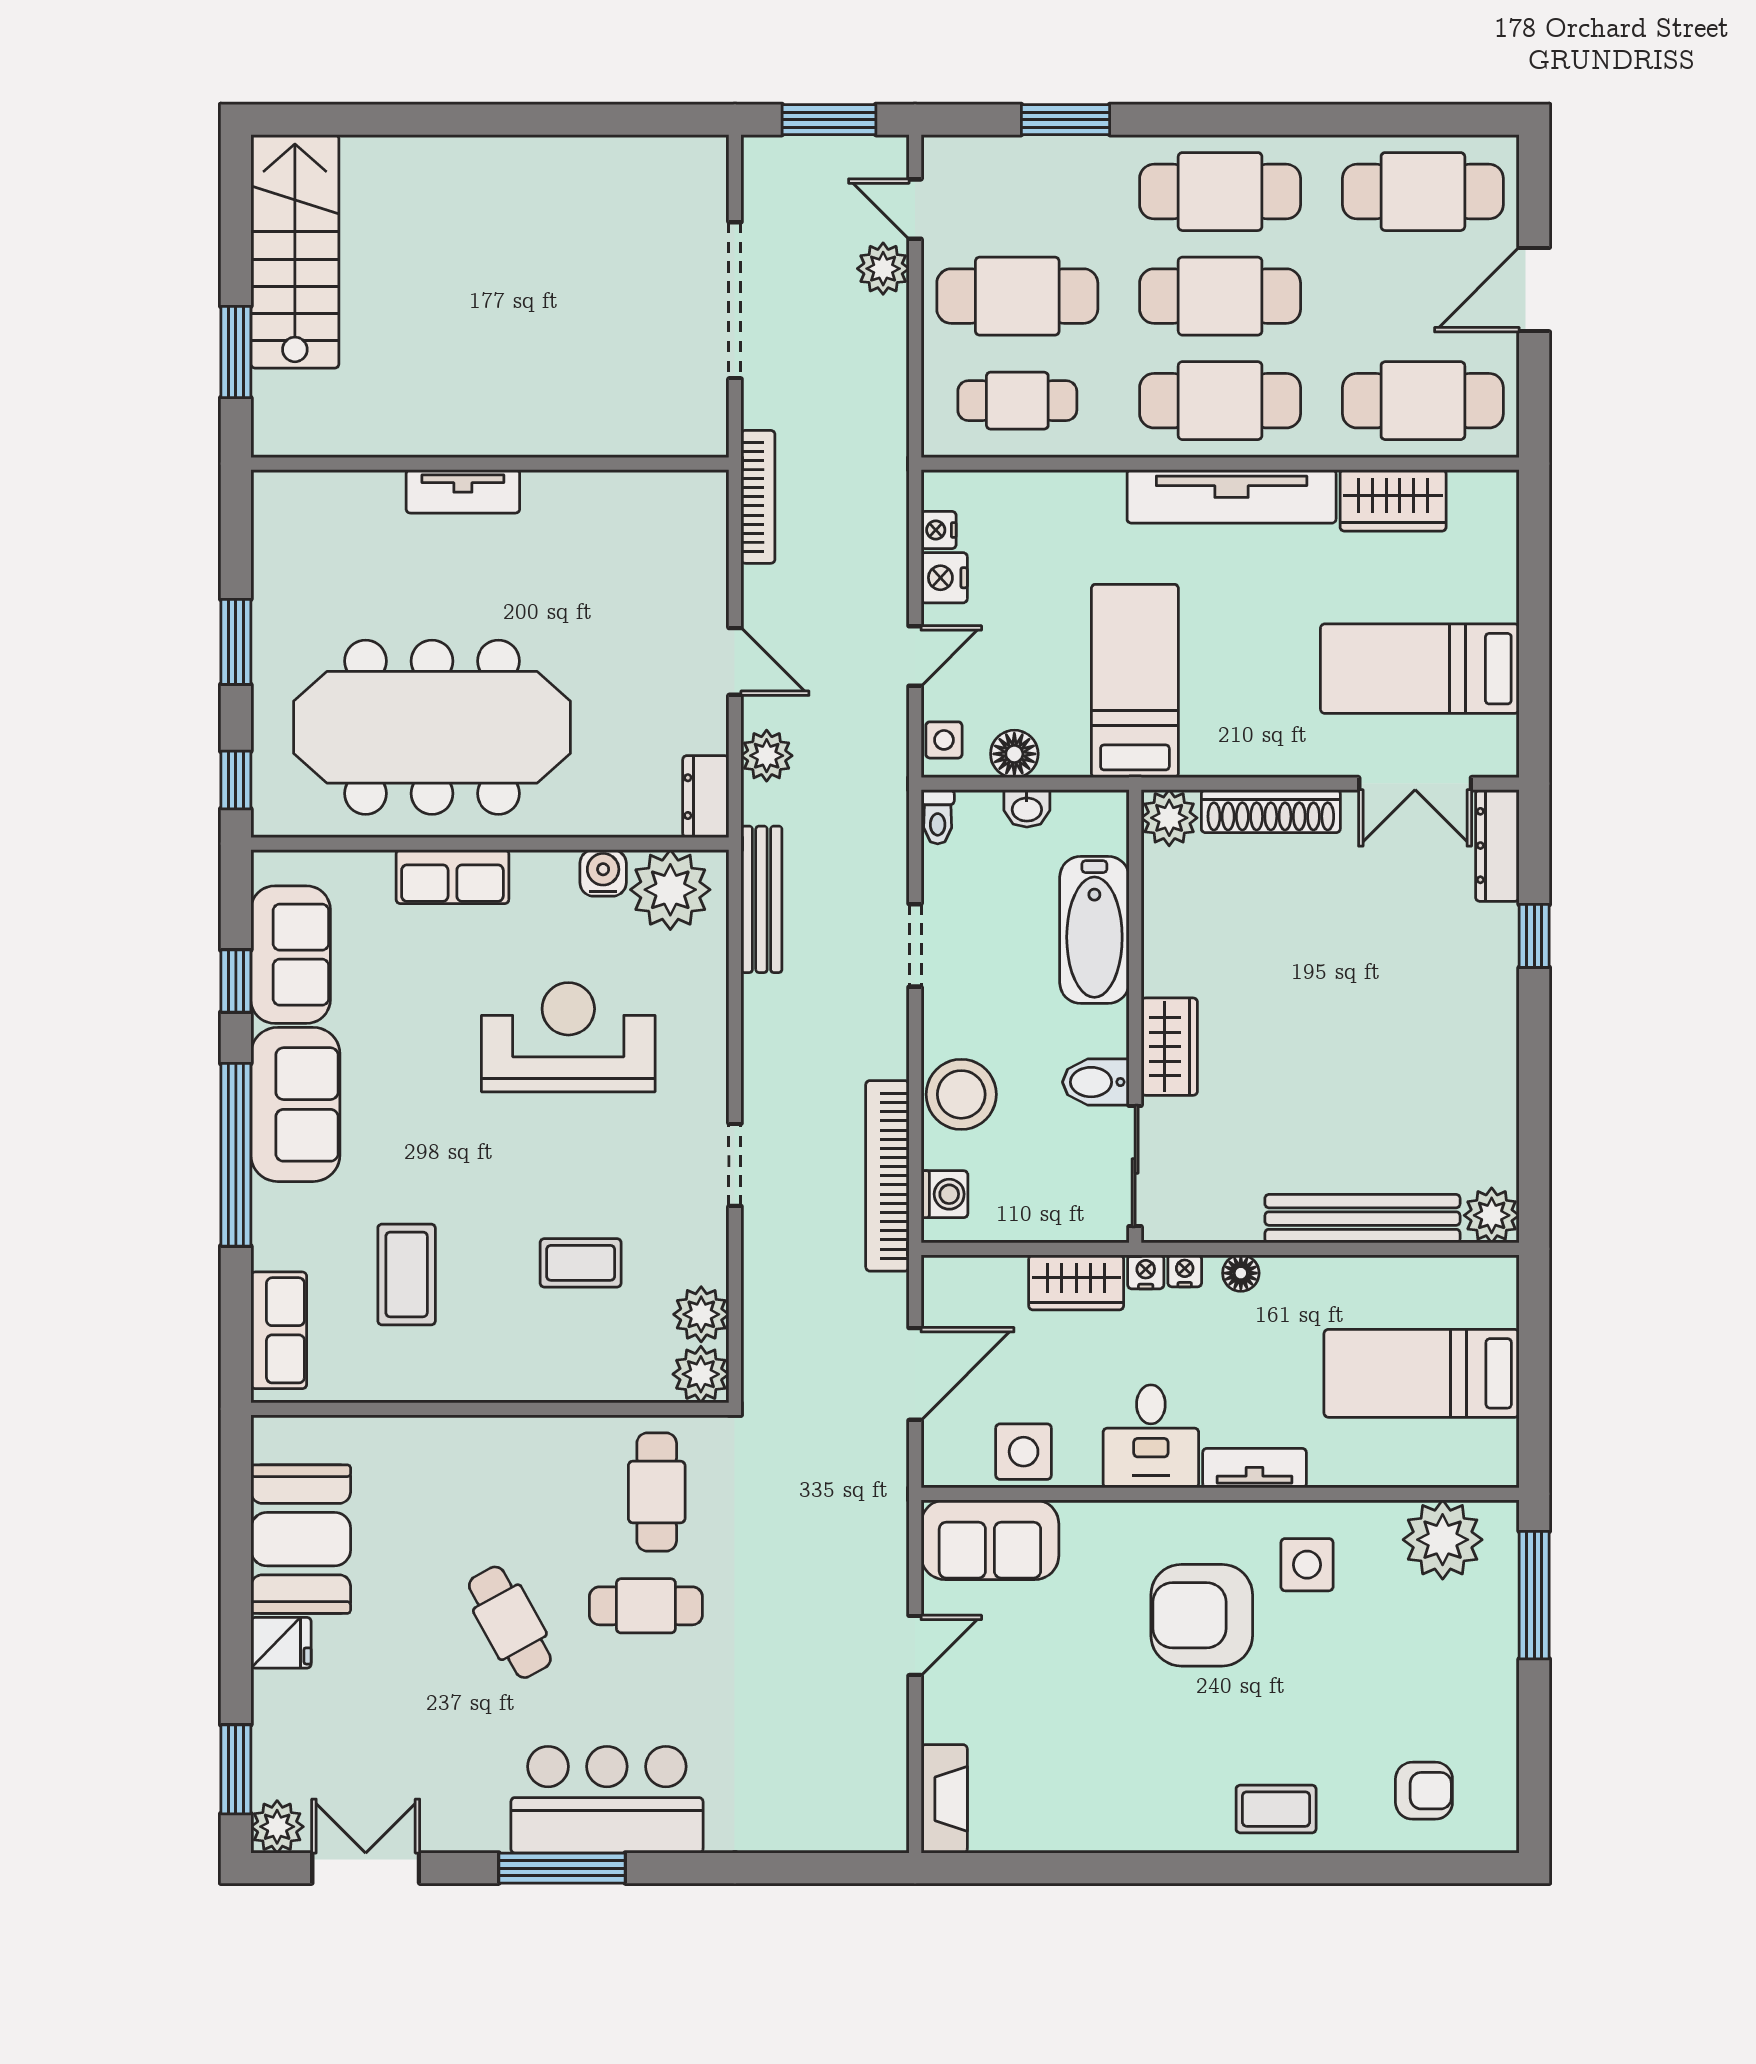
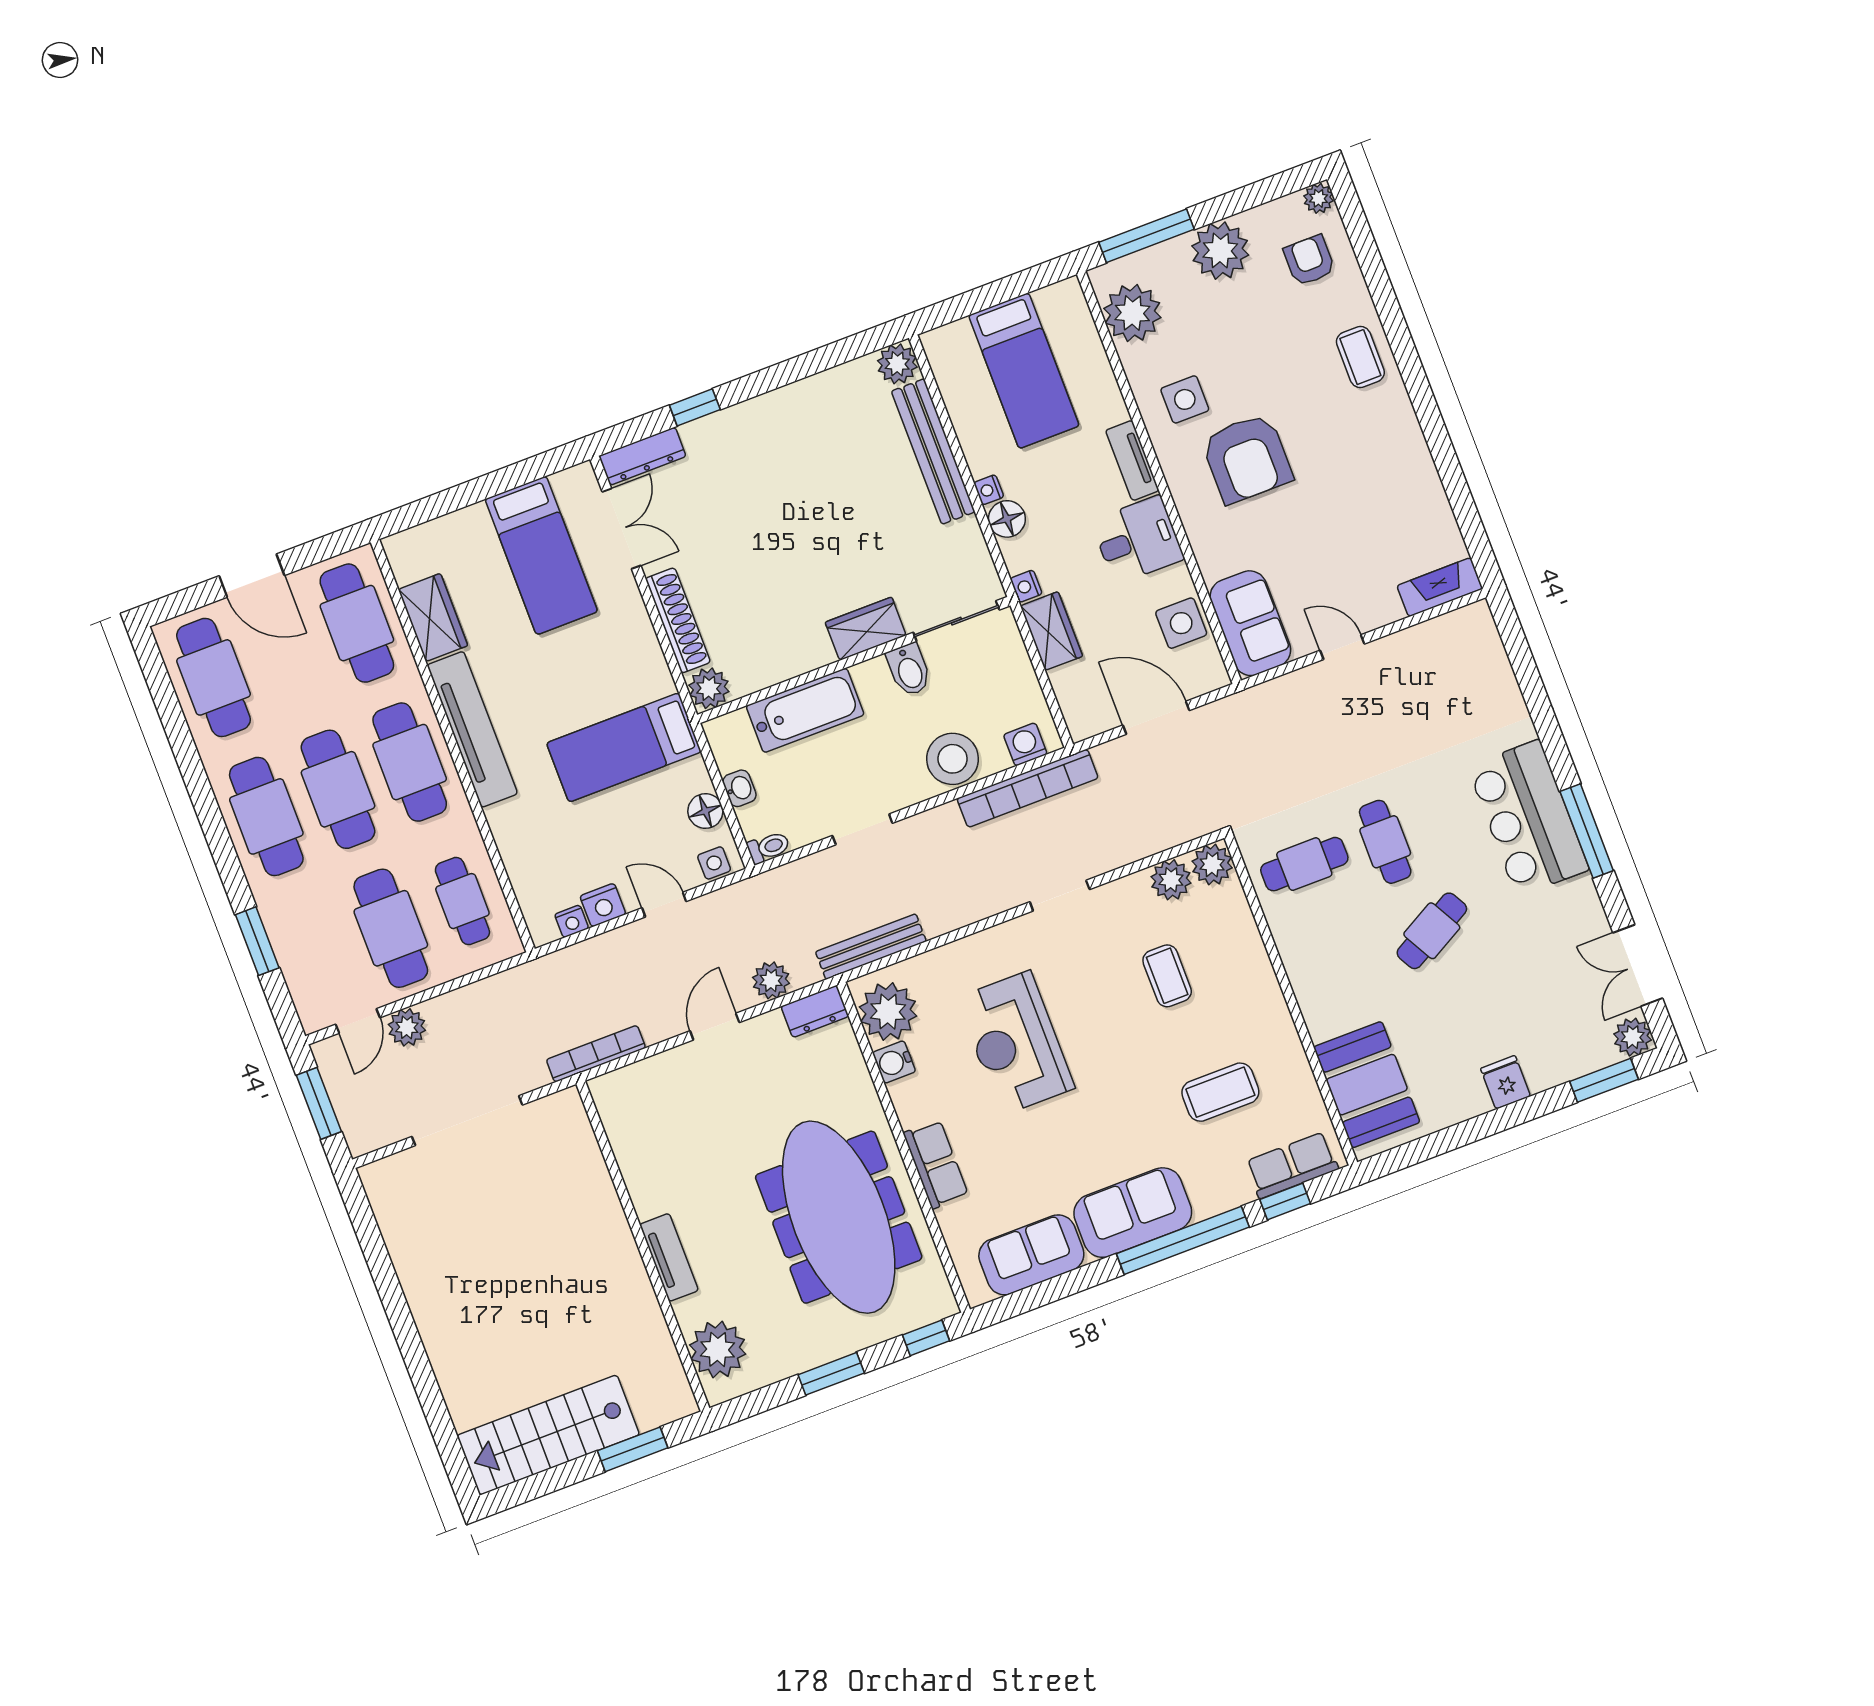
plant: (322, 509) -> (718, 1349), added
window: (236, 981) -> (1285, 1201), moved
nightstand: (1185, 1271) -> (989, 490), moved
floor lamp: (1241, 1273) -> (1007, 519), width x1.37, depth x1.37
booth: (301, 1539) -> (1367, 1085), moved, turned 90
plant: (1480, 1682) -> (1220, 251), added
plant: (1499, 1832) -> (1318, 198), added

